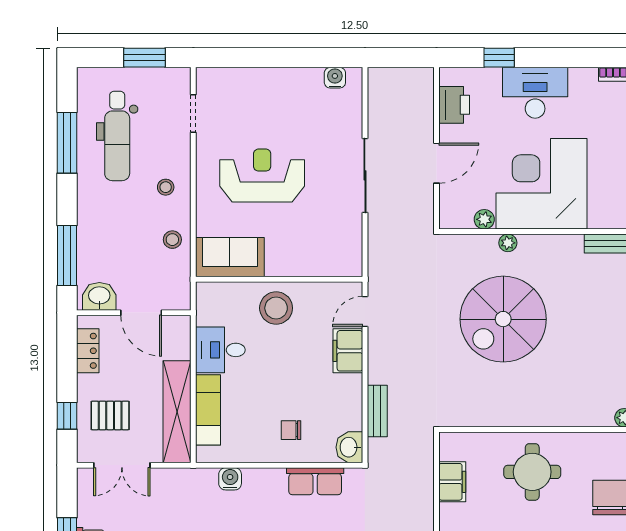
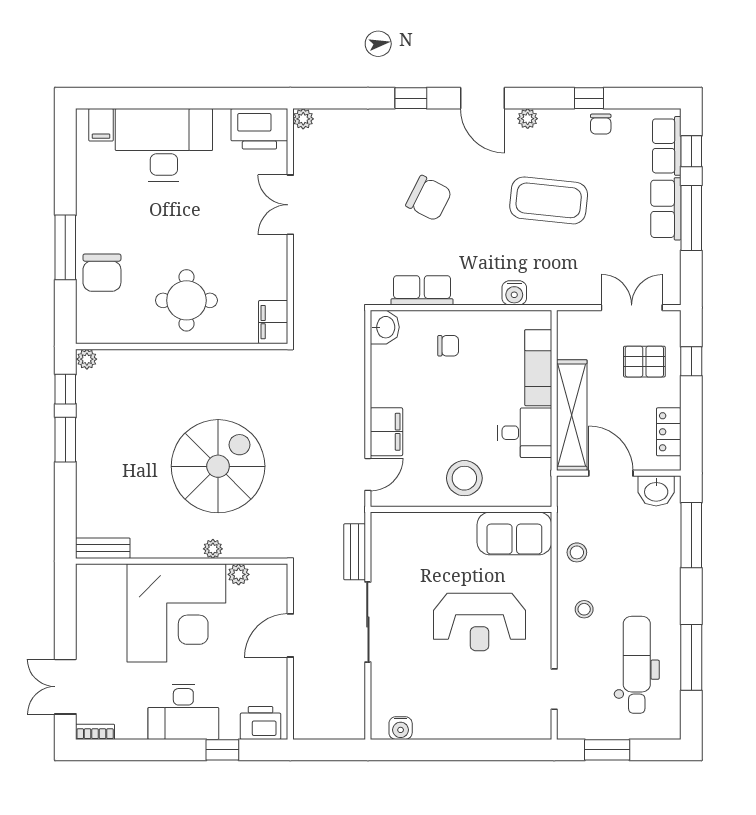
printer: (454, 105) -> (261, 723), moved, turned 90
bench: (377, 411) -> (355, 552), moved
shelving: (177, 412) -> (572, 415), moved
filing cabinet: (452, 482) -> (273, 322), moved

